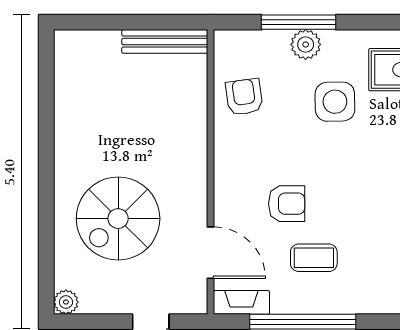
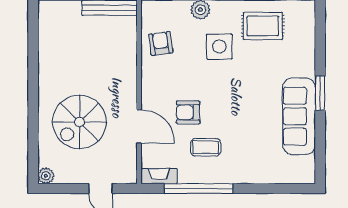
armchair: (287, 204) -> (188, 112), turned 180
door: (211, 253) -> (139, 126), moved

